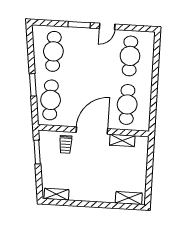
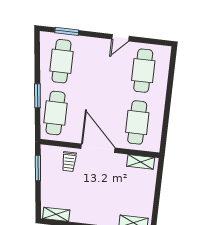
window: (79, 25) -> (67, 31), moved
door: (92, 131) -> (98, 148), hinge flipped
shelving: (122, 140) -> (141, 162), moved

